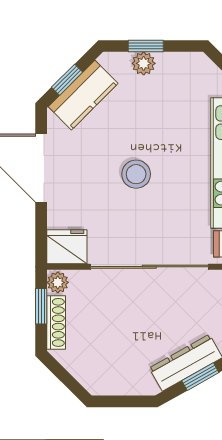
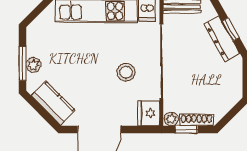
window: (146, 46) -> (22, 64), width x1.50
window: (67, 80) -> (44, 113), removed
stool: (136, 174) -> (126, 72), moved

